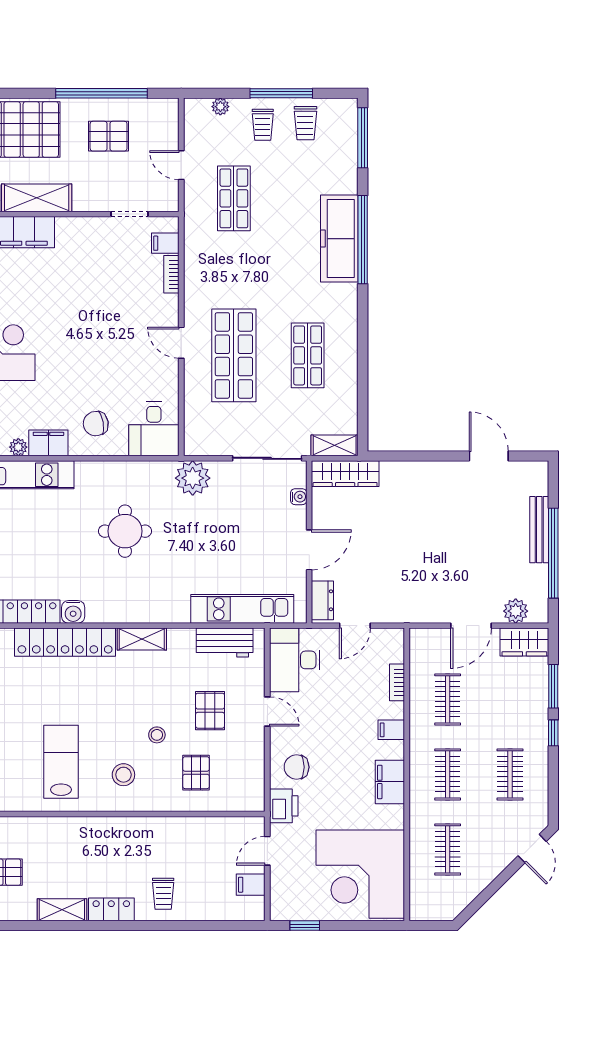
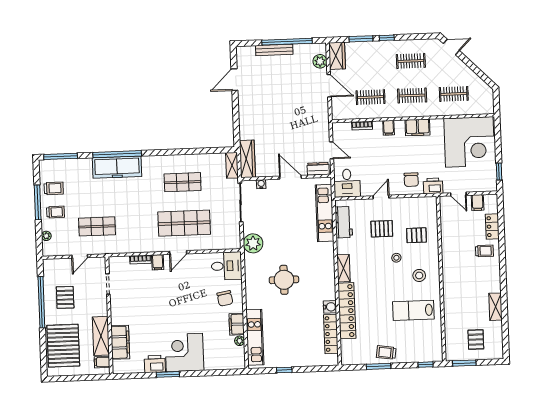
filing cabinet: (165, 243) -> (158, 262), moved
desk: (295, 660) -> (347, 183), width x0.73
locker: (111, 909) -> (492, 227), moved

